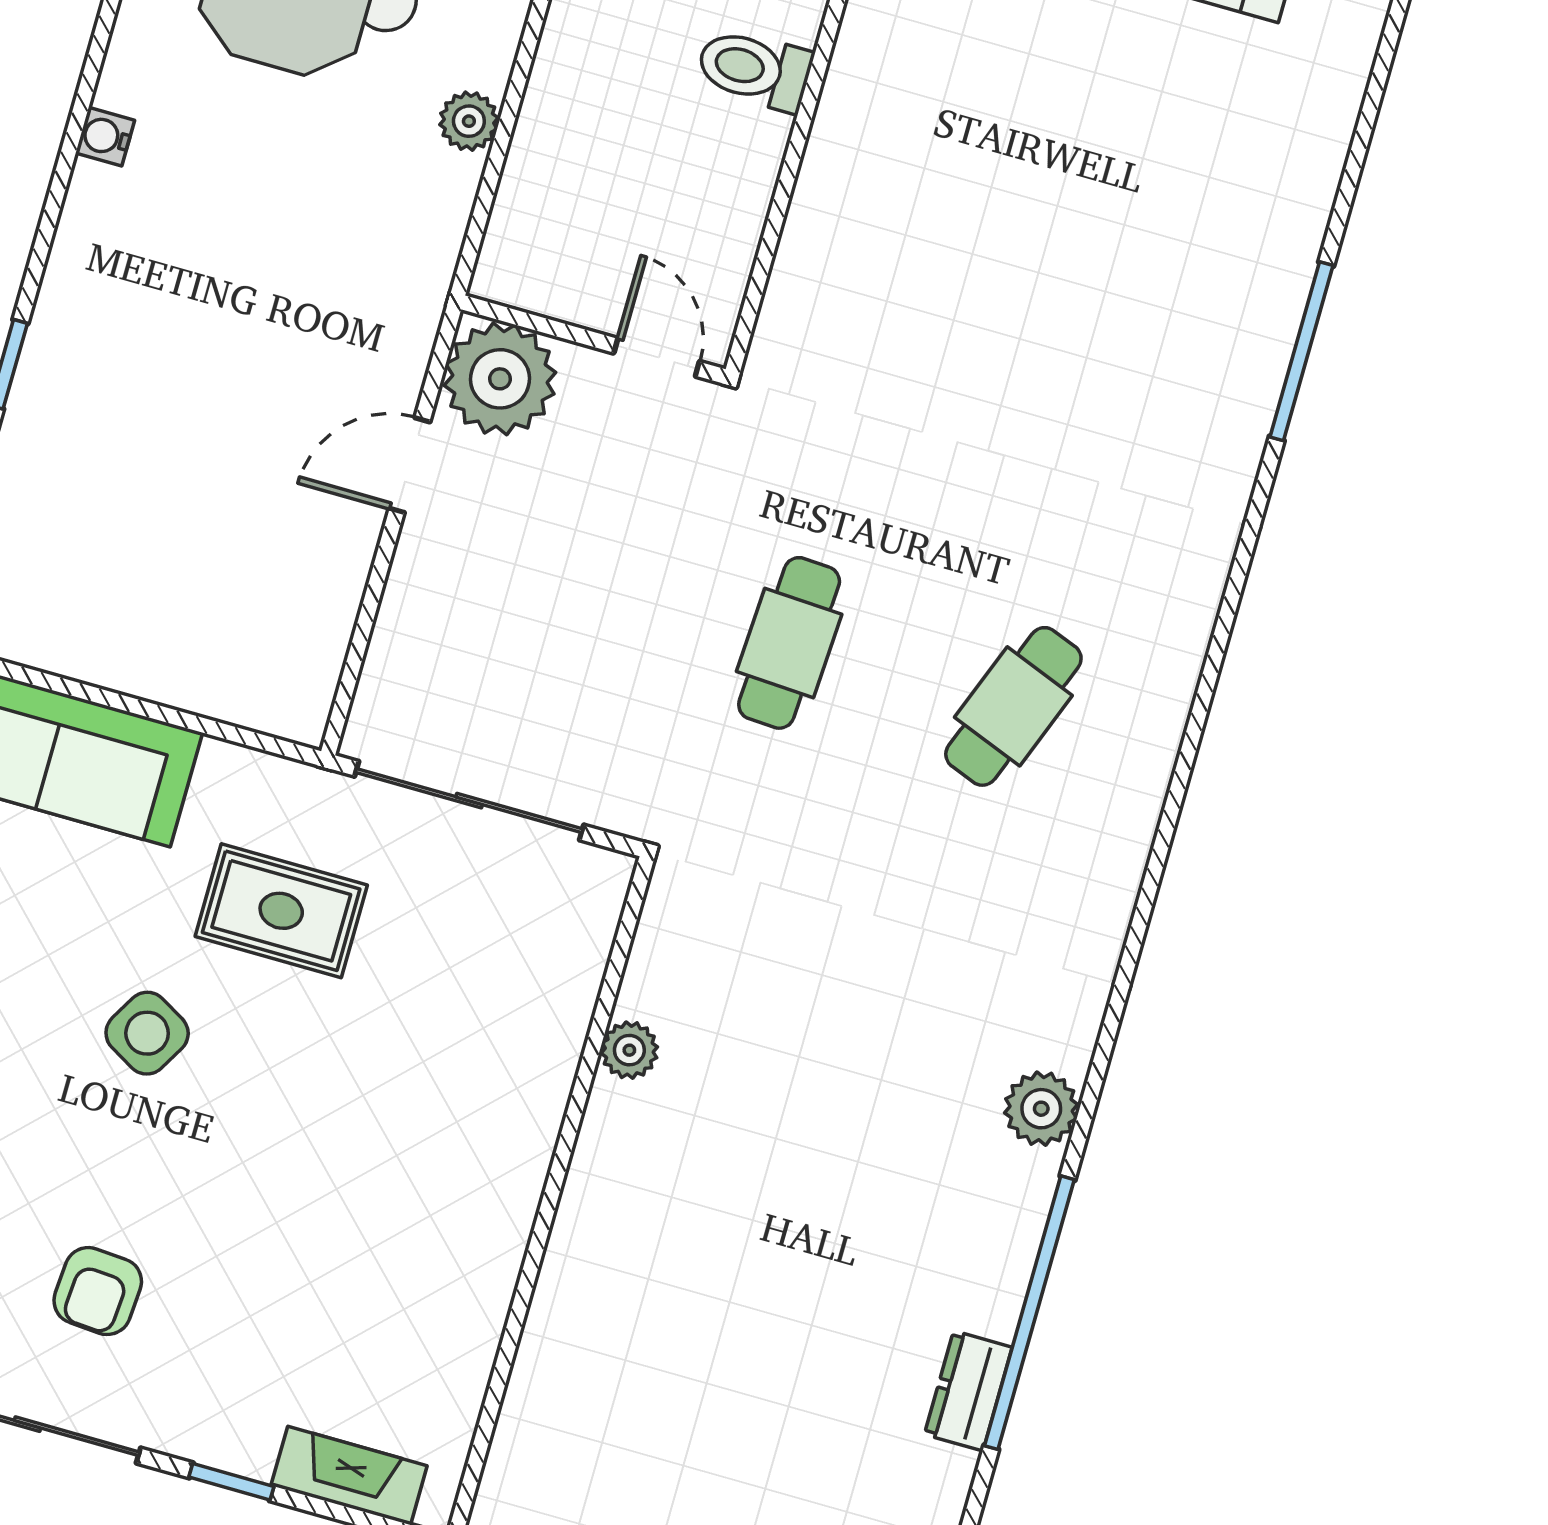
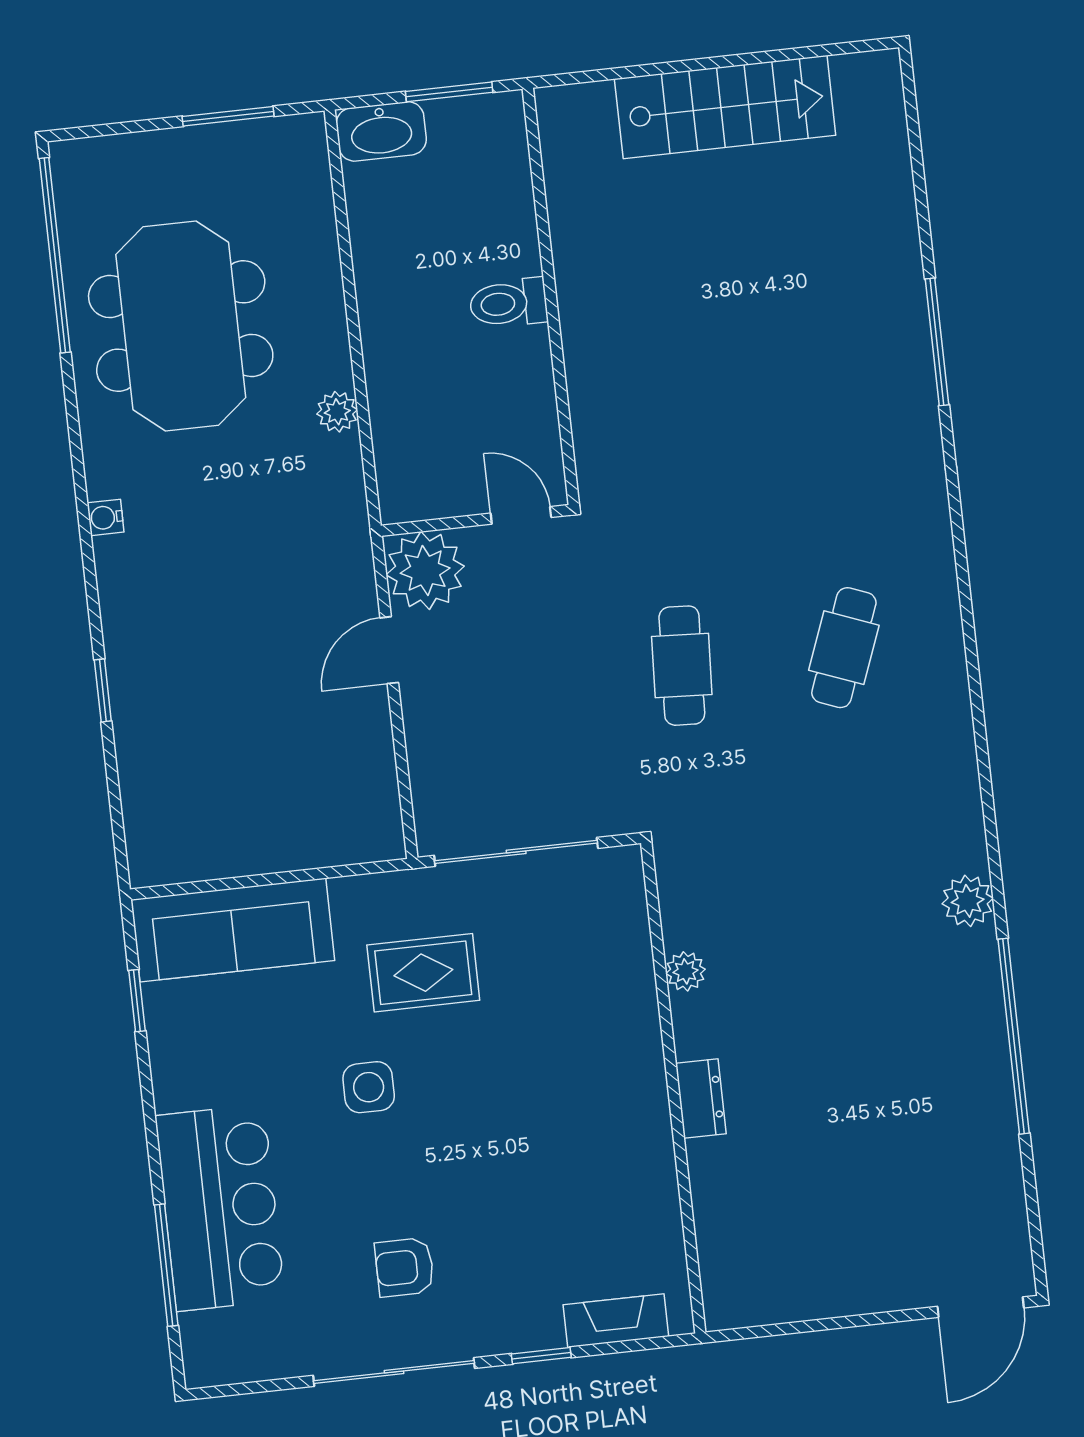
side table: (147, 1033) -> (369, 1087), turned -30
armchair: (98, 1291) -> (404, 1267), turned 86
dresser: (968, 1391) -> (701, 1098), moved, turned 180

